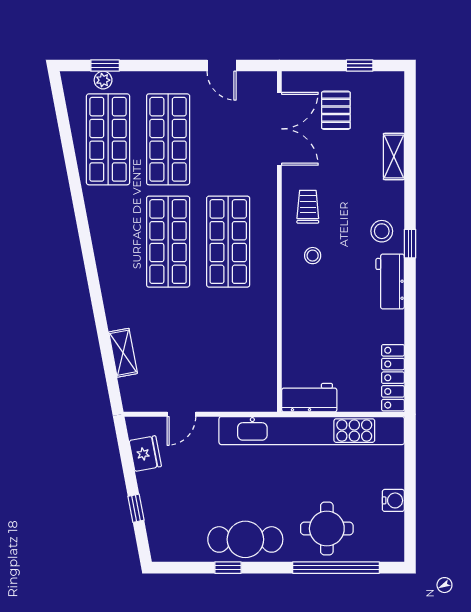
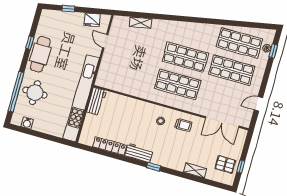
pallet: (336, 110) -> (225, 164), moved
stool: (382, 231) -> (163, 155), removed
locker: (393, 378) -> (110, 146), moved
water cooler: (393, 500) -> (27, 123), moved

